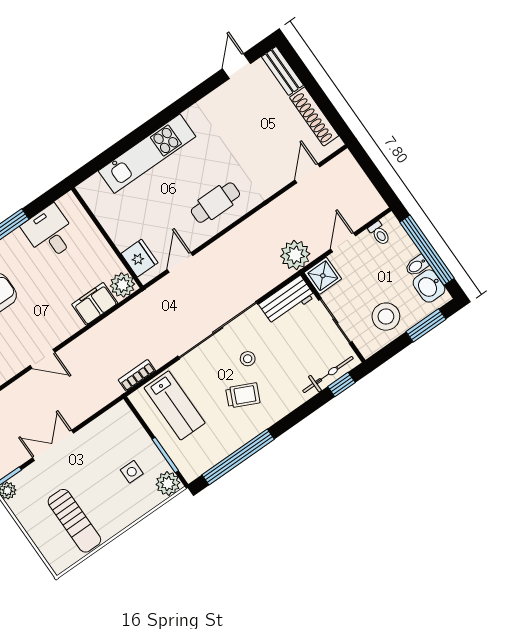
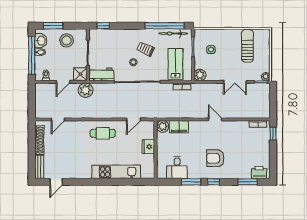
fridge: (139, 258) -> (148, 147), moved
bicycle: (328, 375) -> (173, 33), moved
plant: (168, 484) -> (200, 75), moved

